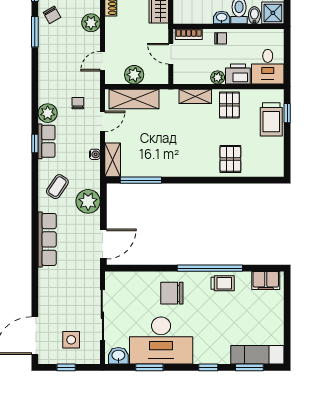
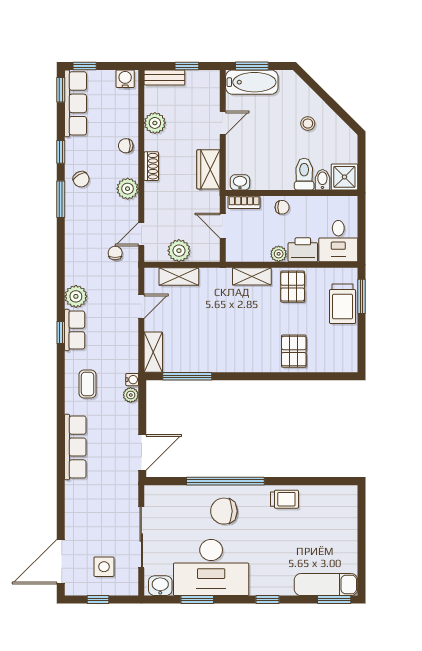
washbasin: (222, 18) -> (240, 182), moved
shelving: (134, 99) -> (179, 277), width x0.67, depth x0.75
chair: (78, 103) -> (115, 253), moved
window: (287, 113) -> (361, 296), width x1.50
water cooler: (95, 154) -> (132, 380), moved
coffee table: (57, 187) -> (88, 384), turned -34
plant: (88, 201) -> (131, 395), width x0.53, depth x0.53
window: (210, 268) -> (225, 481), moved
filing cabinet: (266, 280) -> (336, 496), removed
window: (249, 367) -> (334, 599), moved

